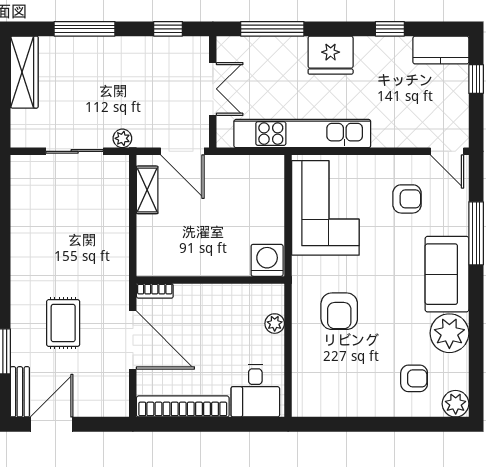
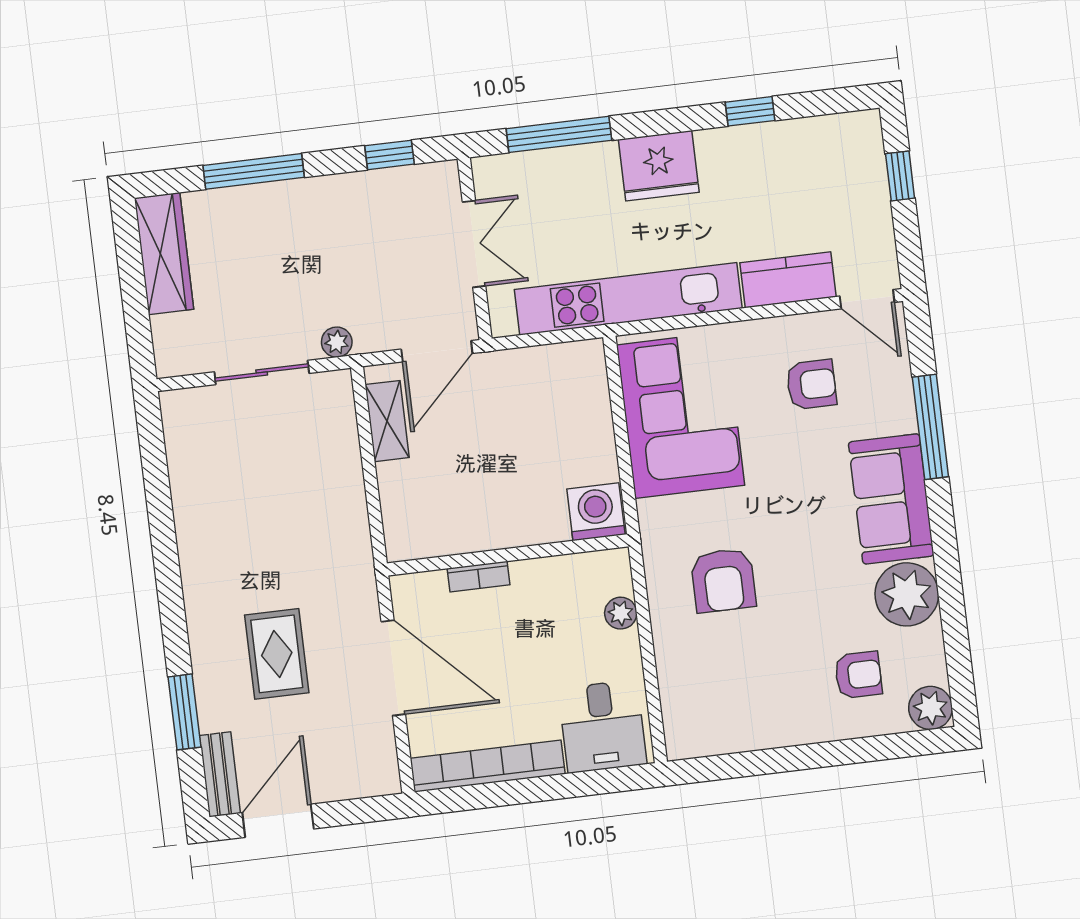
kitchen counter: (441, 50) -> (788, 280), moved, turned 180
door: (182, 151) -> (437, 351), hinge flipped
bookcase: (155, 291) -> (478, 577), moved

